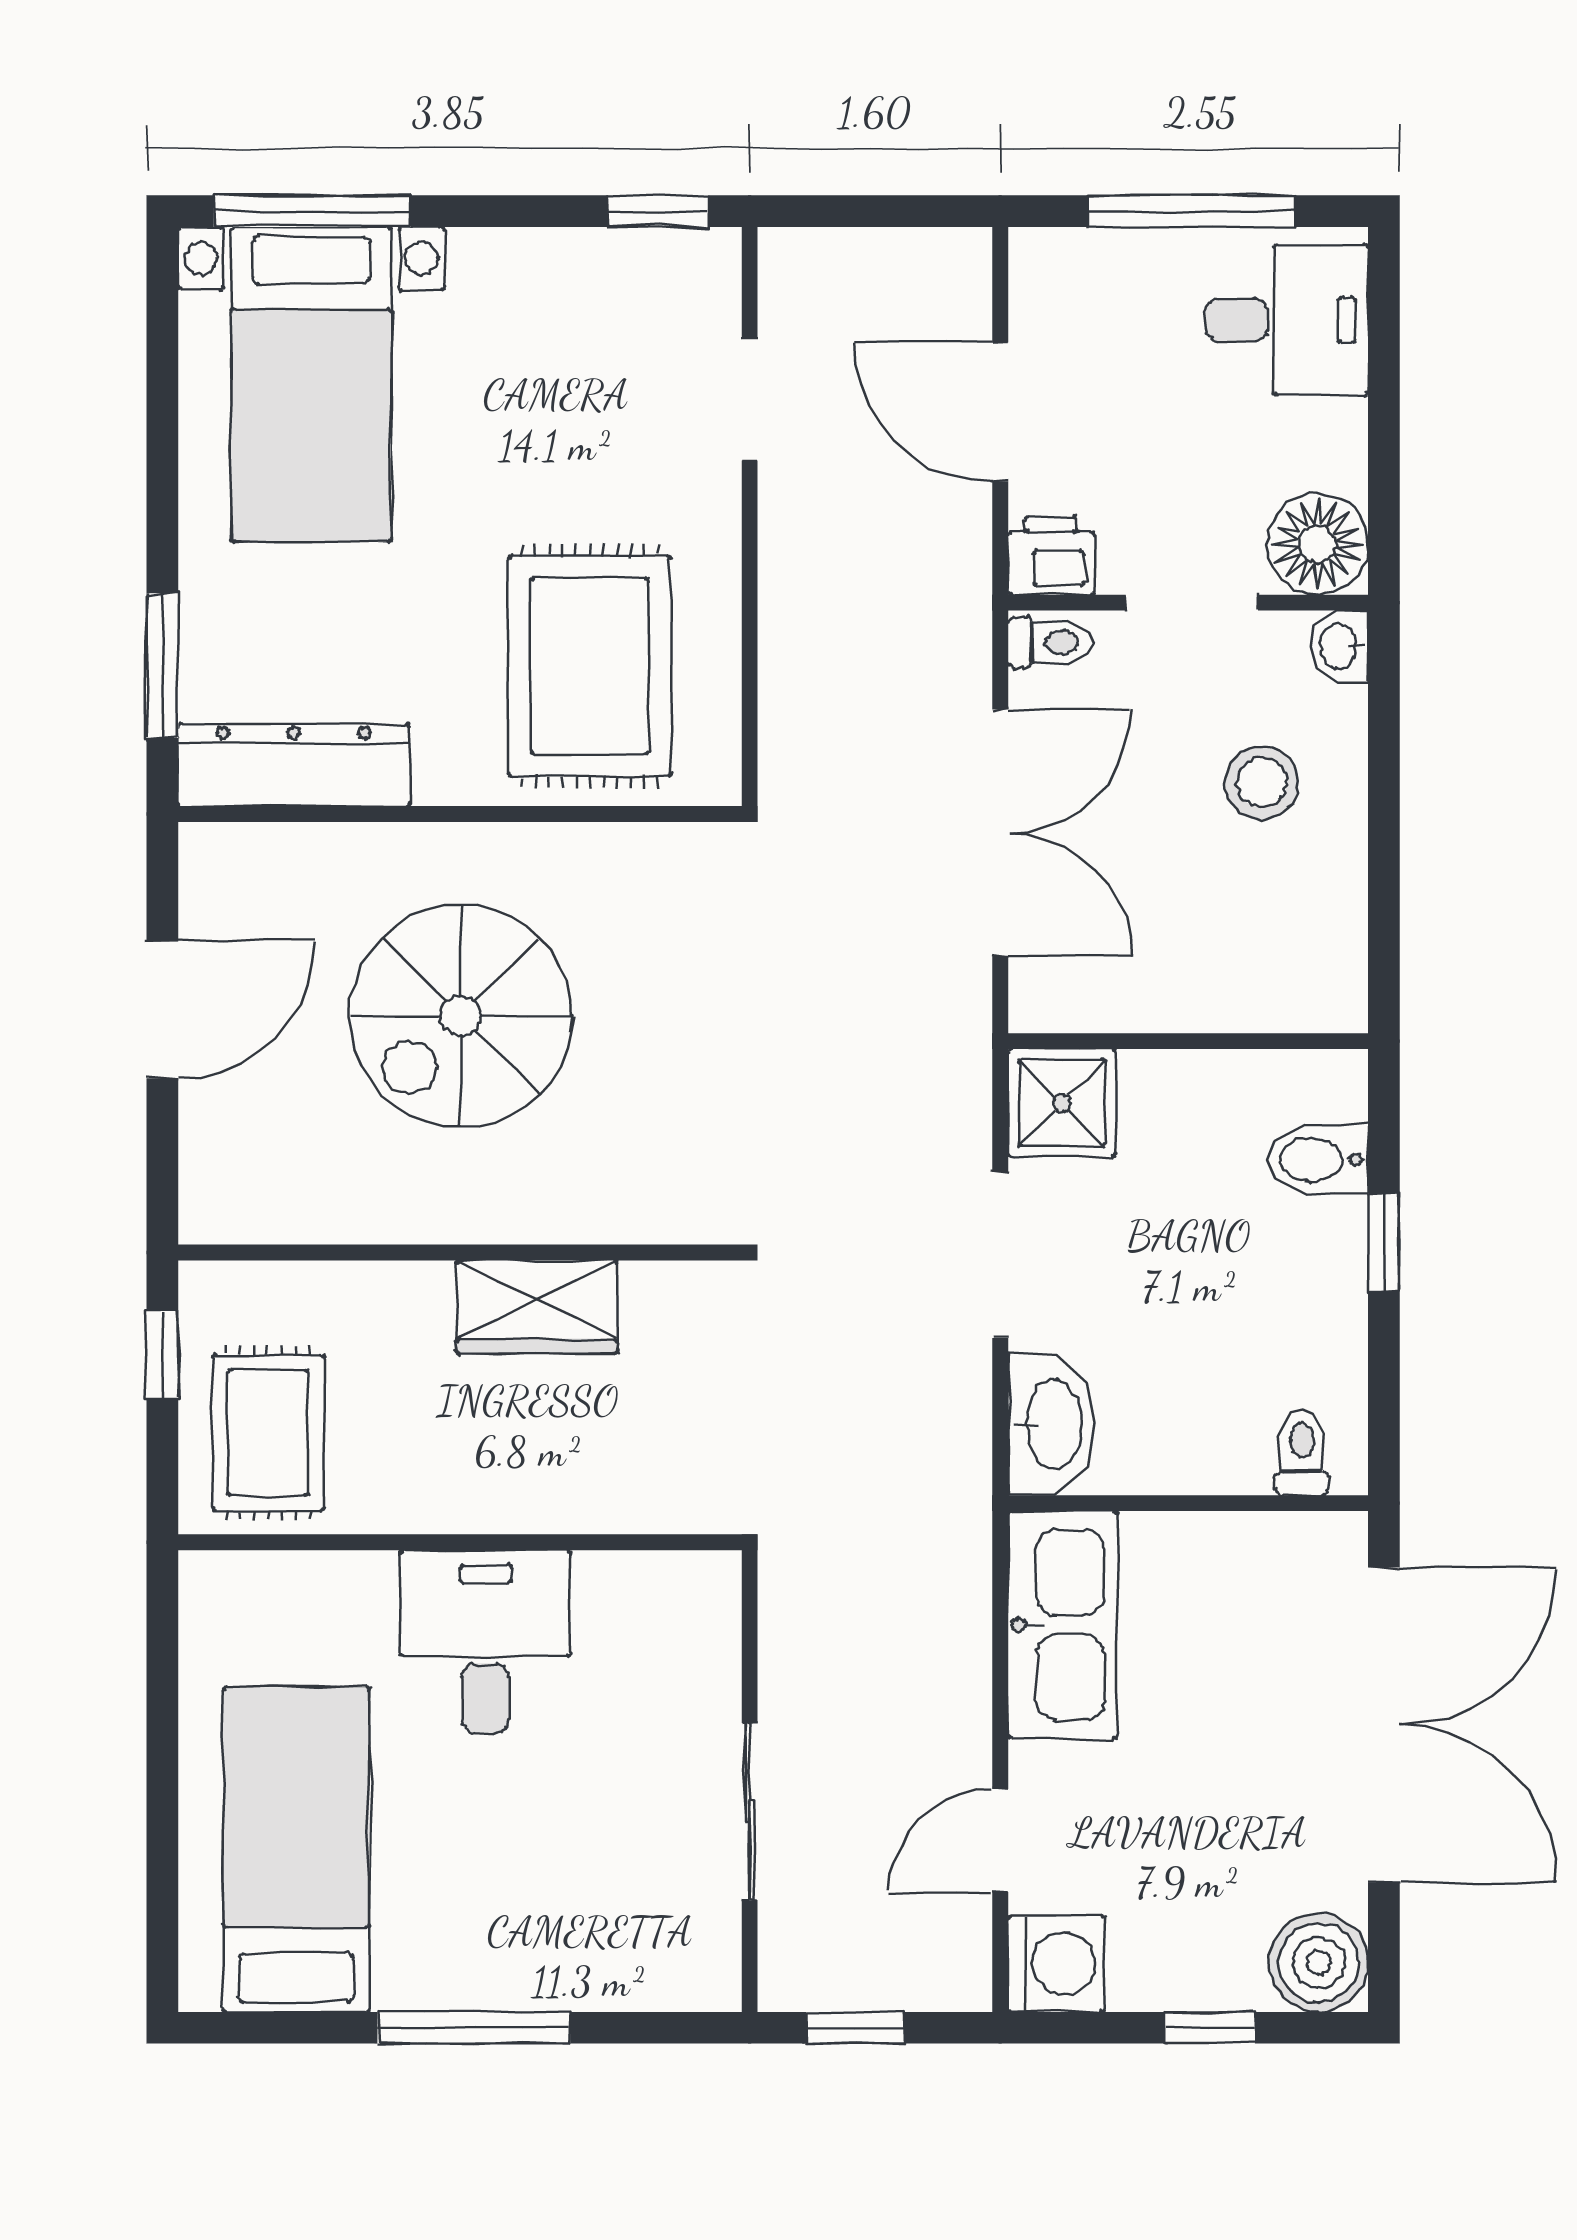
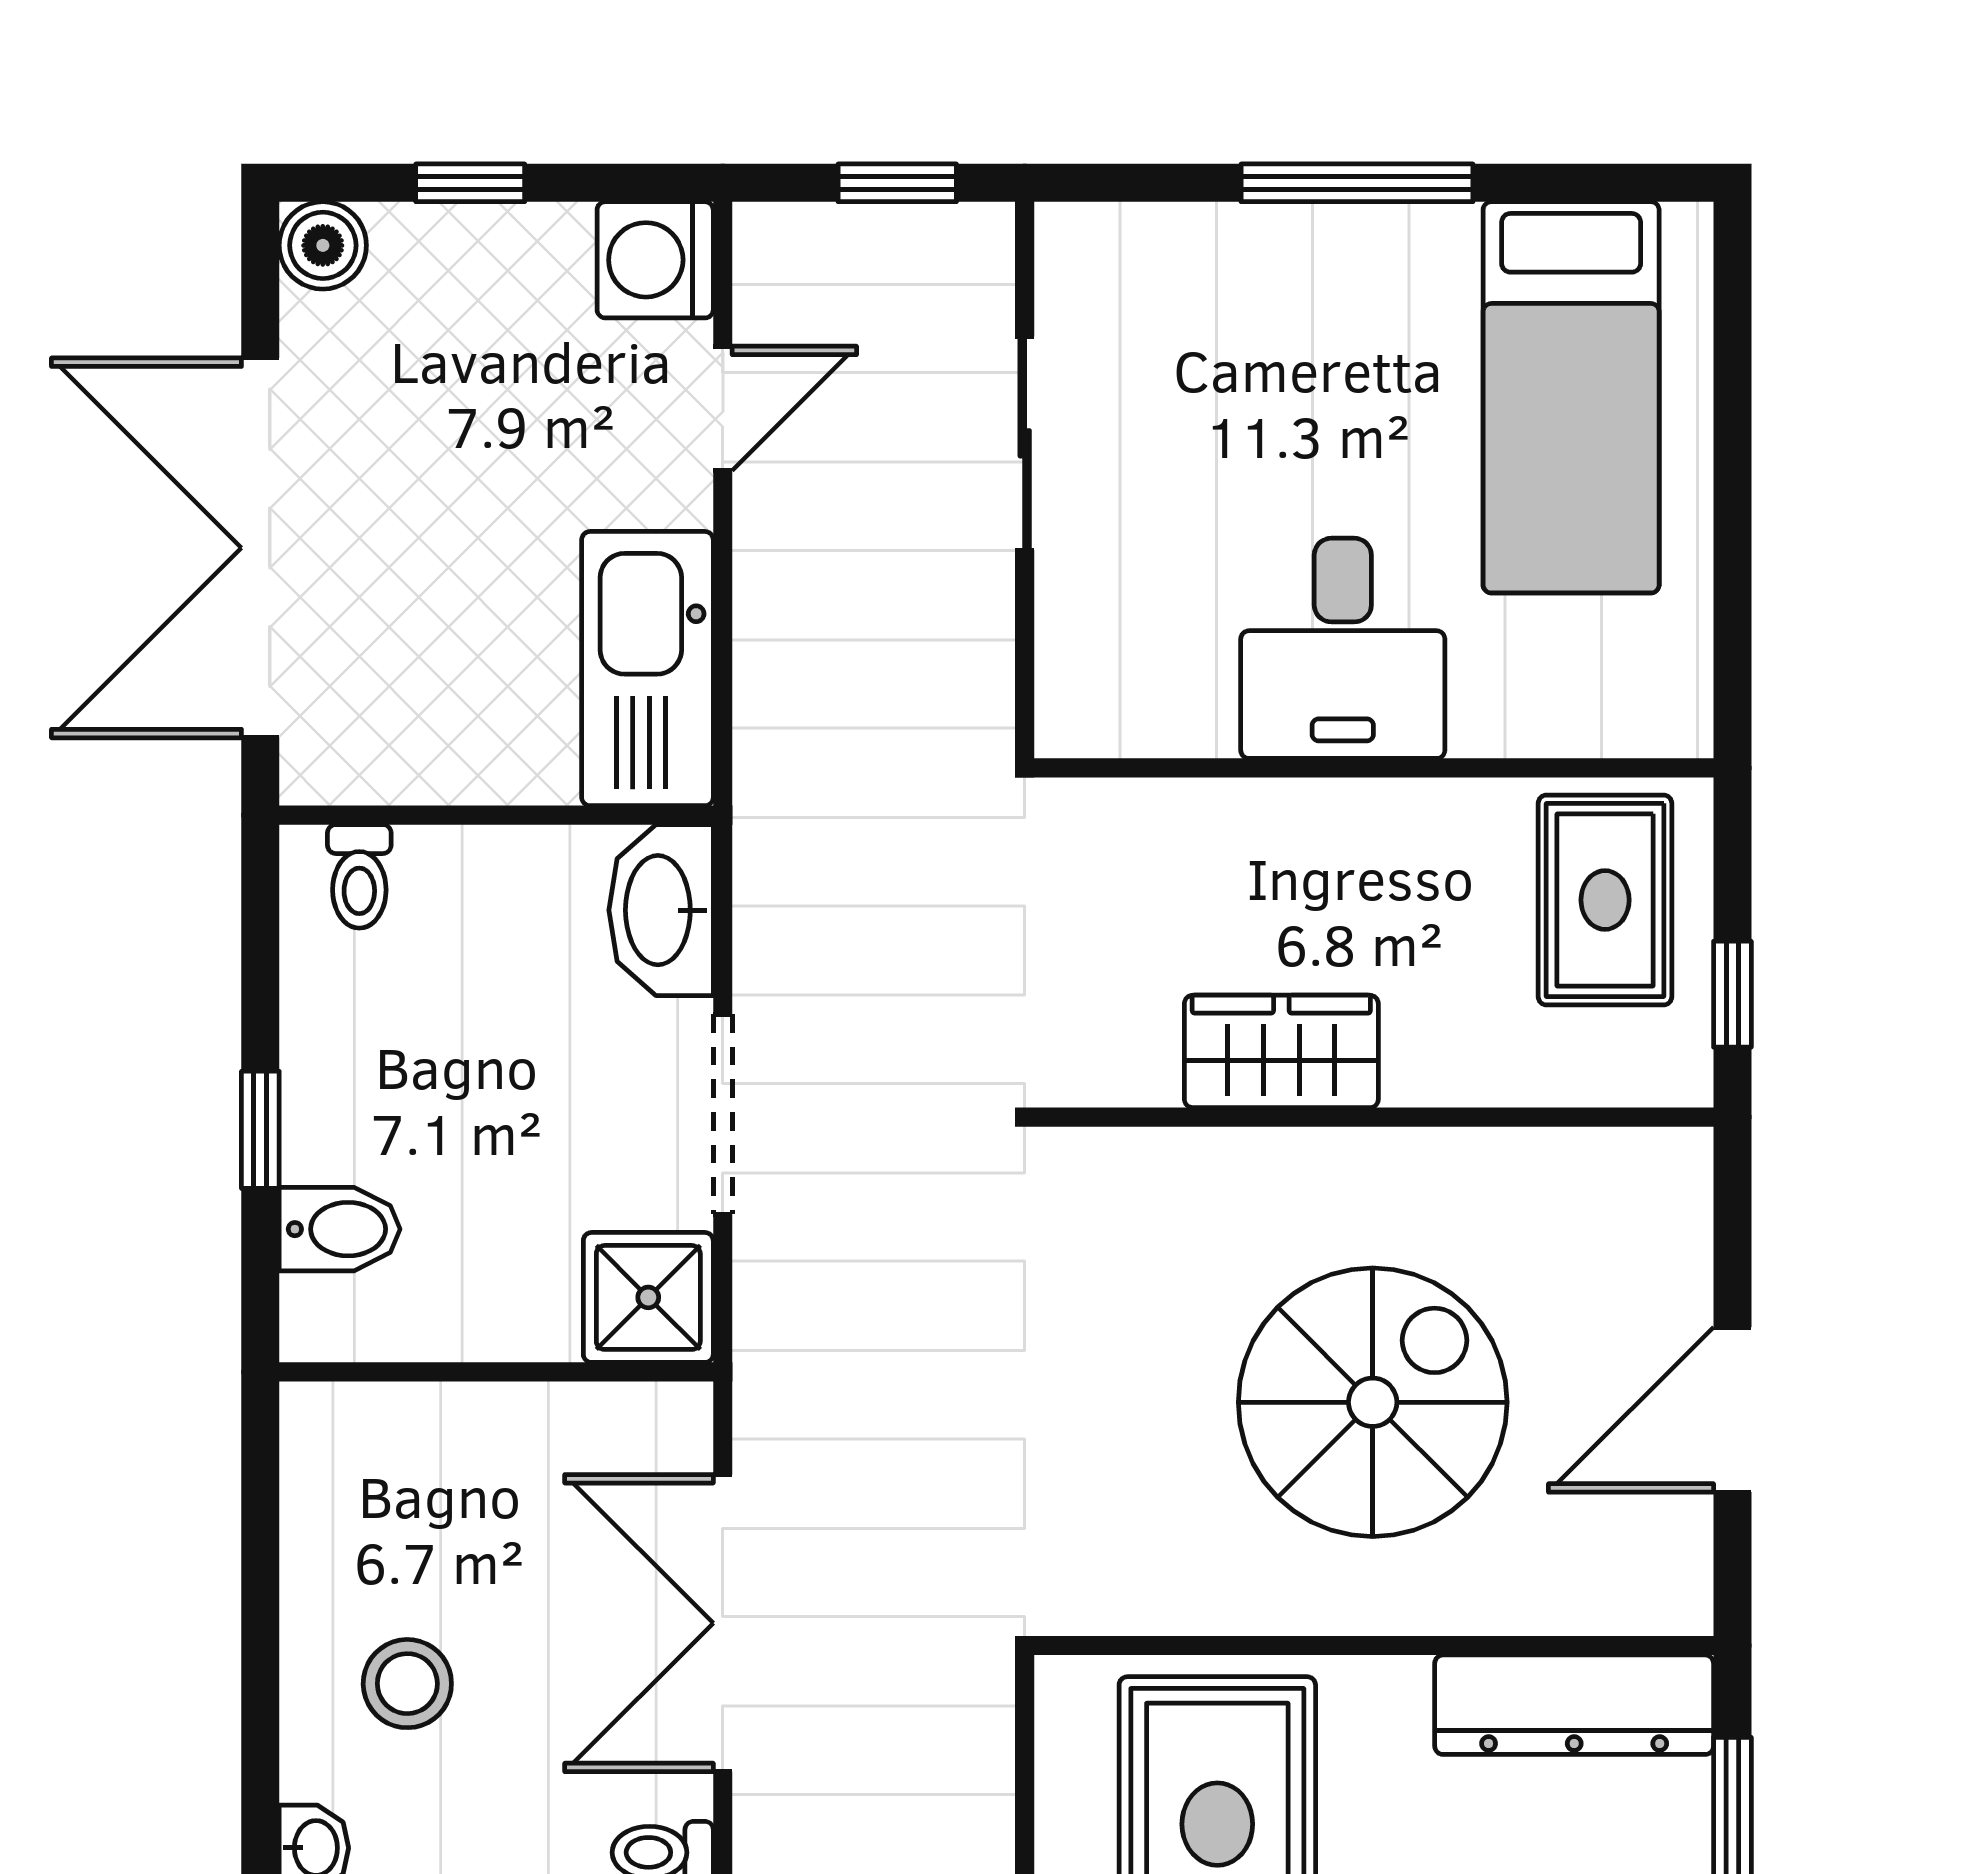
boiler: (1319, 1963) -> (323, 245), width x0.73, depth x0.73

